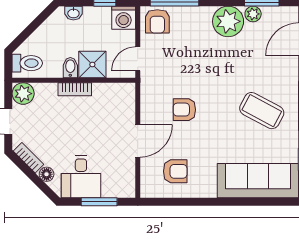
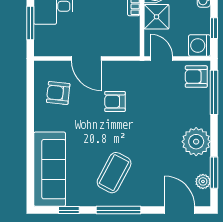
plant: (253, 14) -> (203, 181), moved
armchair: (184, 110) -> (115, 101), turned -90
armchair: (175, 171) -> (58, 93), turned 96

